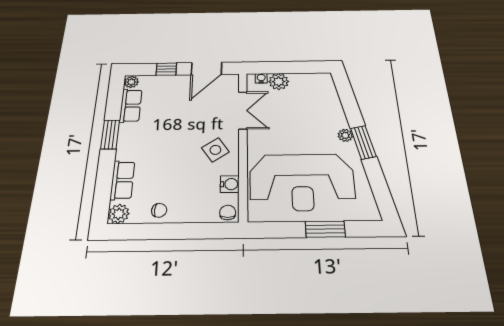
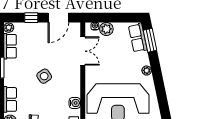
row of seats: (327, 92) -> (138, 38), added
window: (363, 142) -> (150, 40), moved
side table: (215, 150) -> (44, 76), moved

